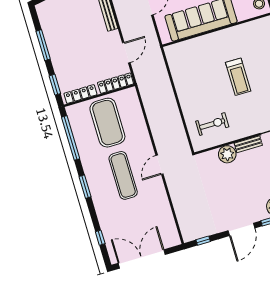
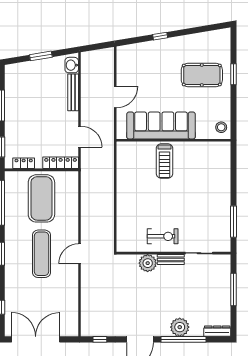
door: (126, 53) -> (80, 137), hinge flipped
treadmill: (238, 77) -> (164, 161), moved
locker: (80, 94) -> (24, 163), width x0.66
exercise bike: (212, 124) -> (163, 236), moved

